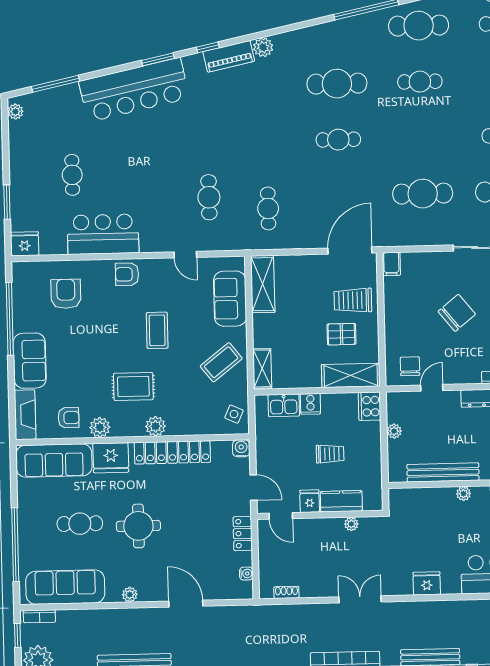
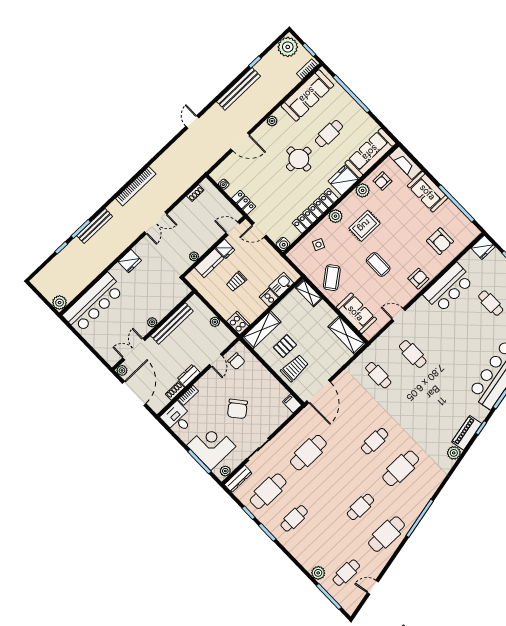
side table: (234, 414) -> (319, 245), moved

